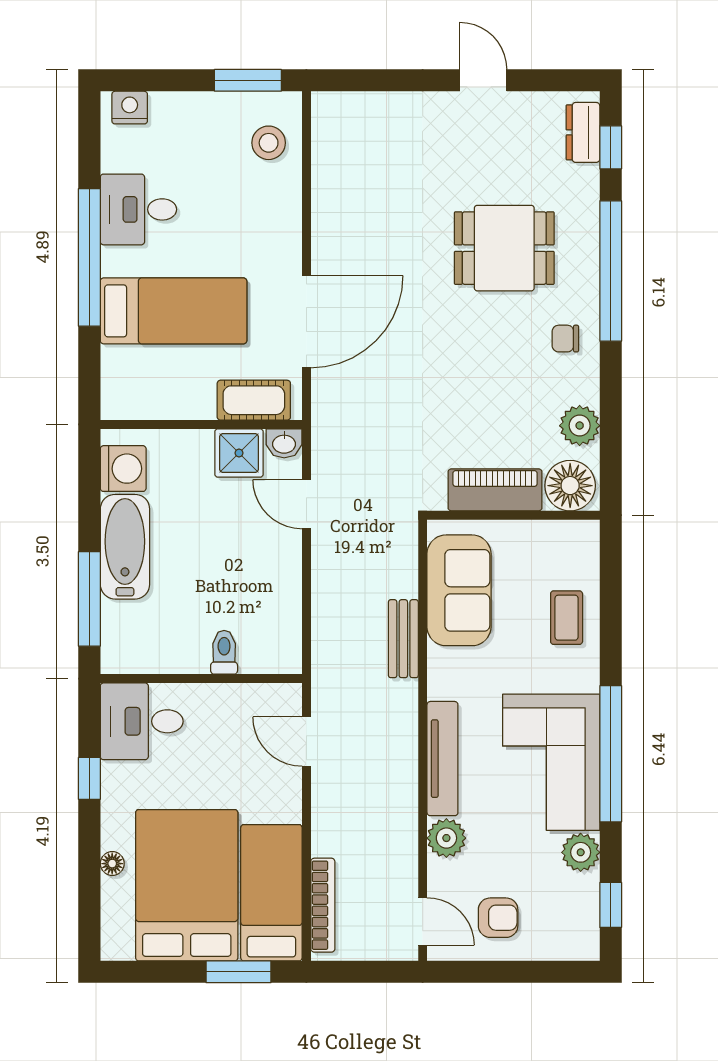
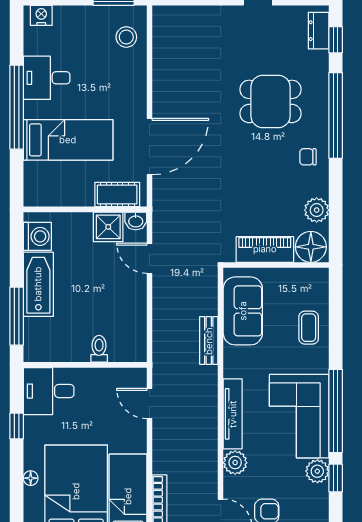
window: (611, 905) -> (336, 478), moved

